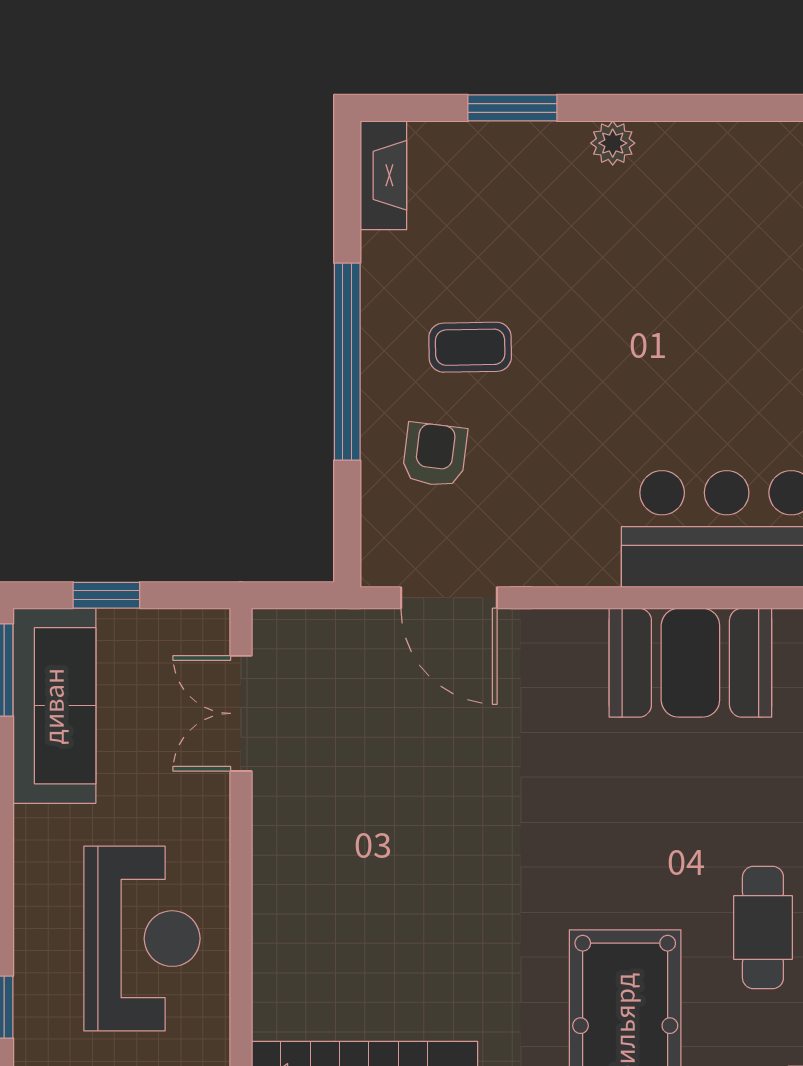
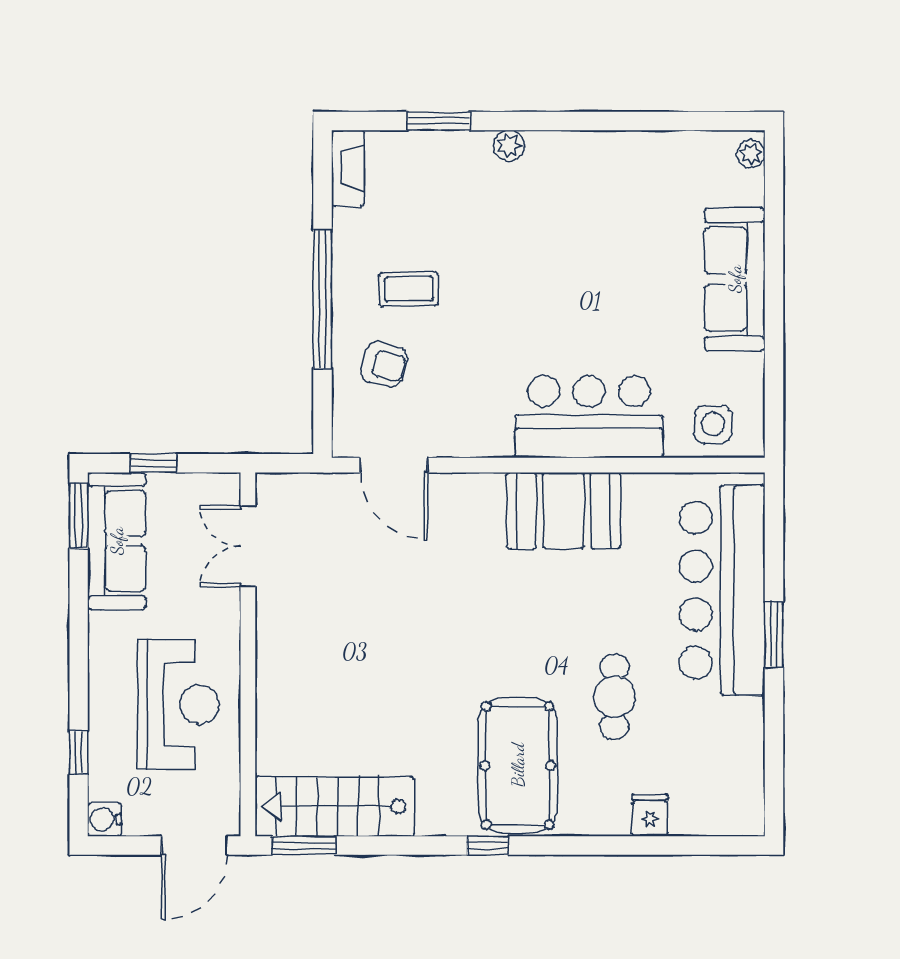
armchair: (435, 455) -> (384, 365), turned 99

